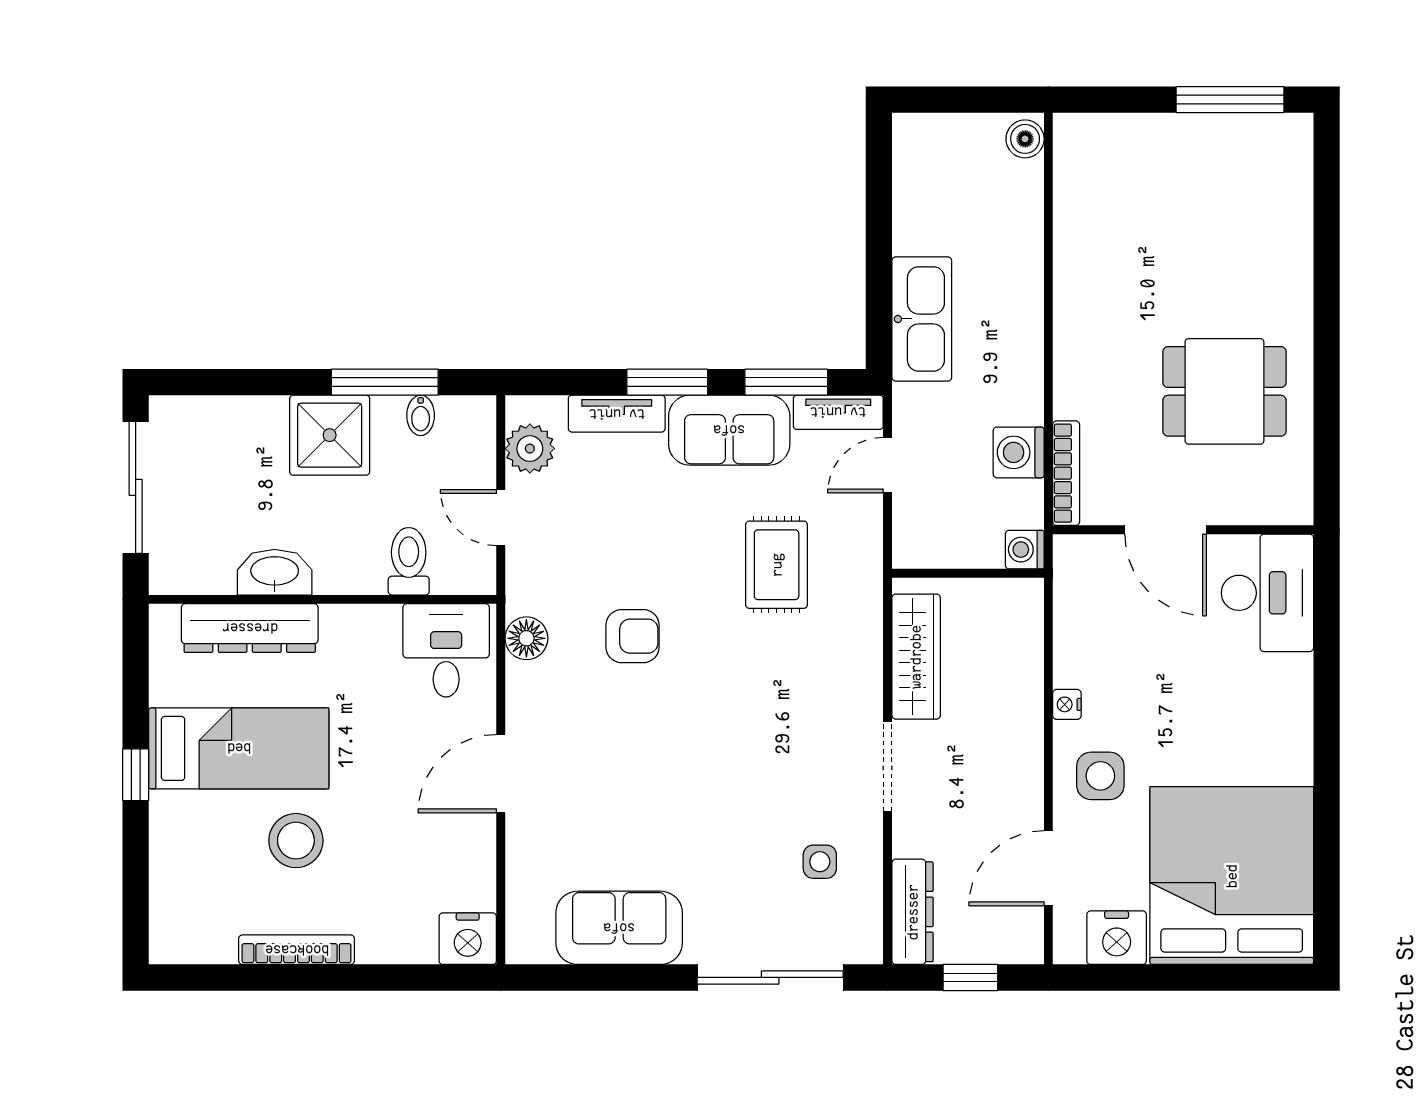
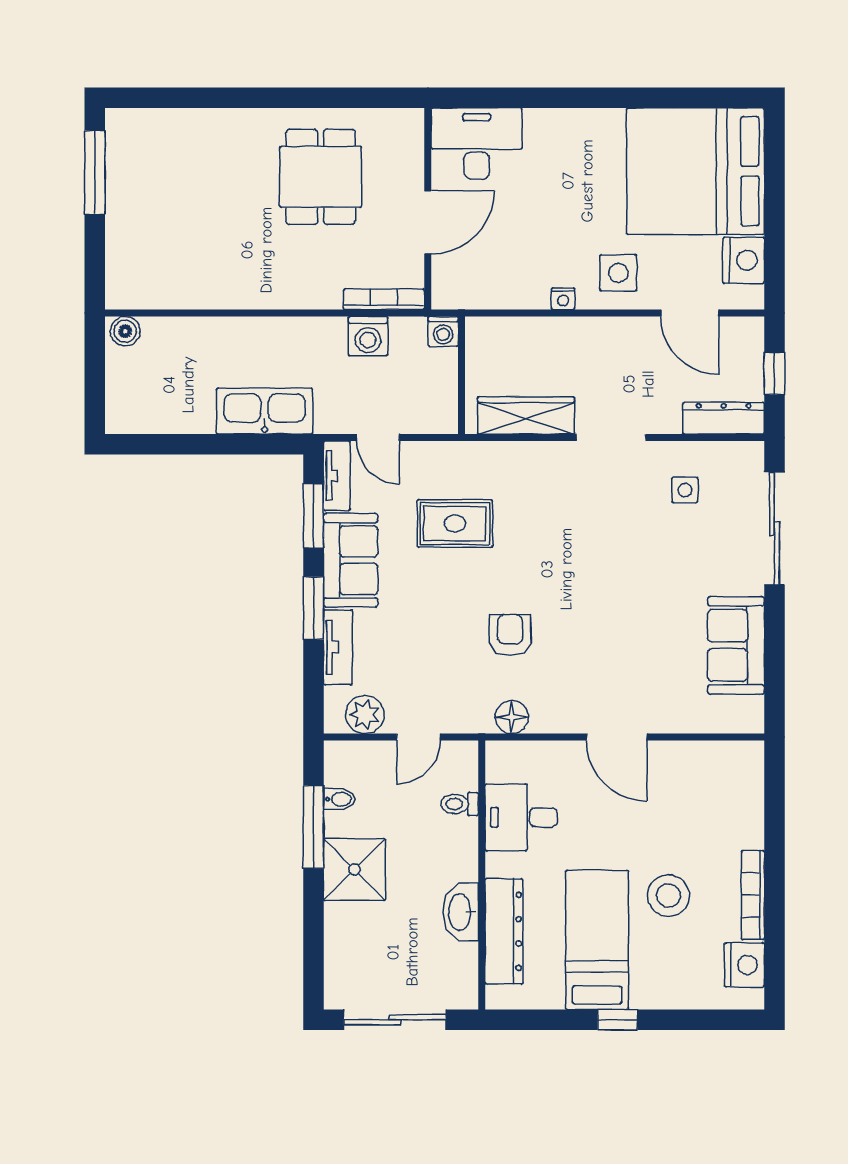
toilet: (409, 561) -> (459, 804), width x0.73, depth x0.72
desk: (446, 650) -> (521, 817), moved
nightstand: (468, 939) -> (744, 965), moved

